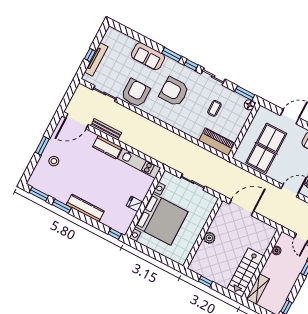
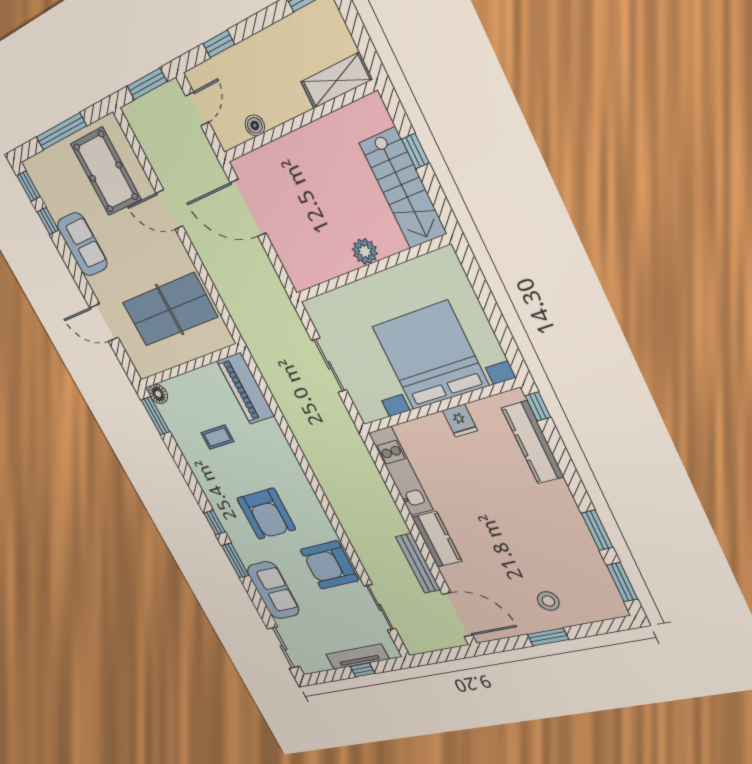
sliding door: (213, 76) -> (283, 648), moved
kitchen counter: (85, 208) -> (533, 442), moved
door: (241, 208) -> (248, 208), moved
stairs: (245, 272) -> (403, 188), moved, turned 90
window: (205, 281) -> (415, 151), moved

